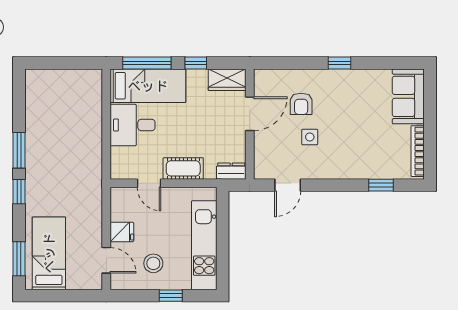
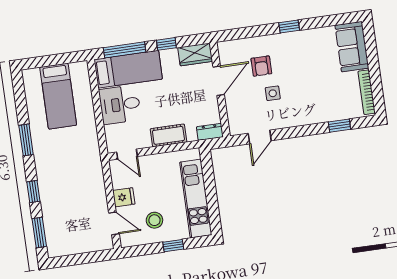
door: (149, 183) -> (127, 154), moved
window: (19, 192) -> (33, 192), moved
bed: (49, 253) -> (58, 96), moved, turned 180

